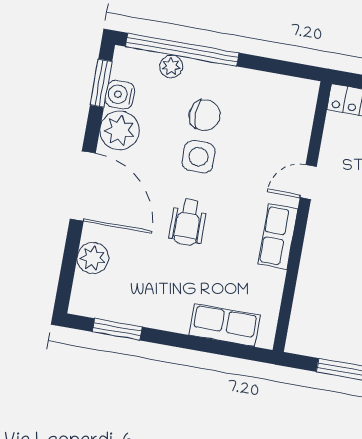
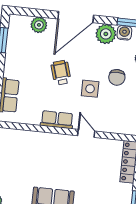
side table: (199, 157) -> (90, 89), moved
wheelchair: (188, 222) -> (61, 73), turned 73

